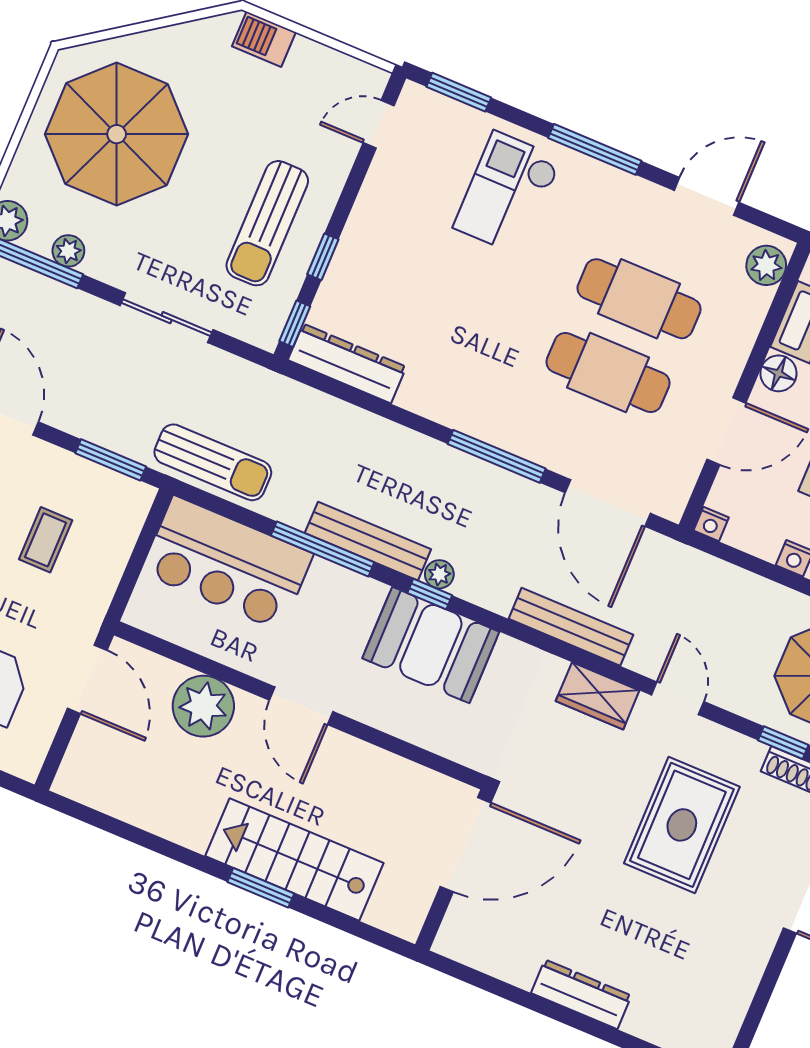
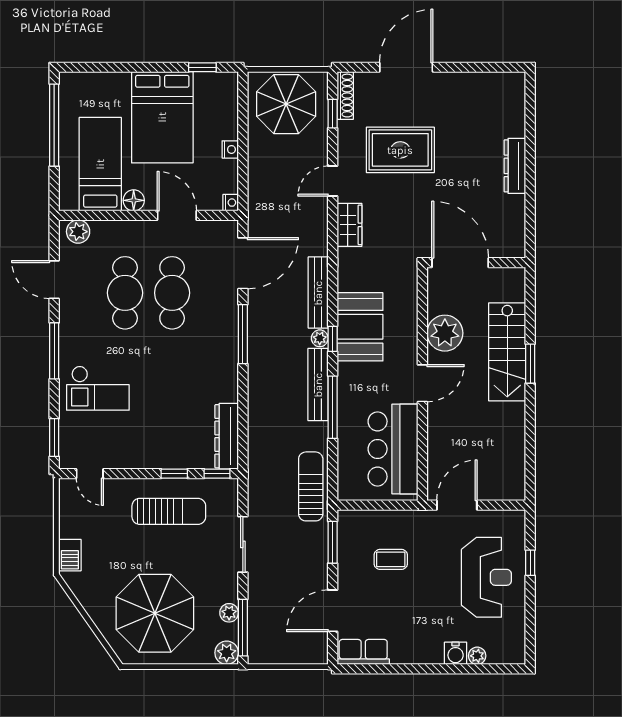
bar counter: (227, 563) -> (393, 449), moved, turned 180
bench: (571, 627) -> (318, 293), moved
plant: (203, 706) -> (445, 333), moved

